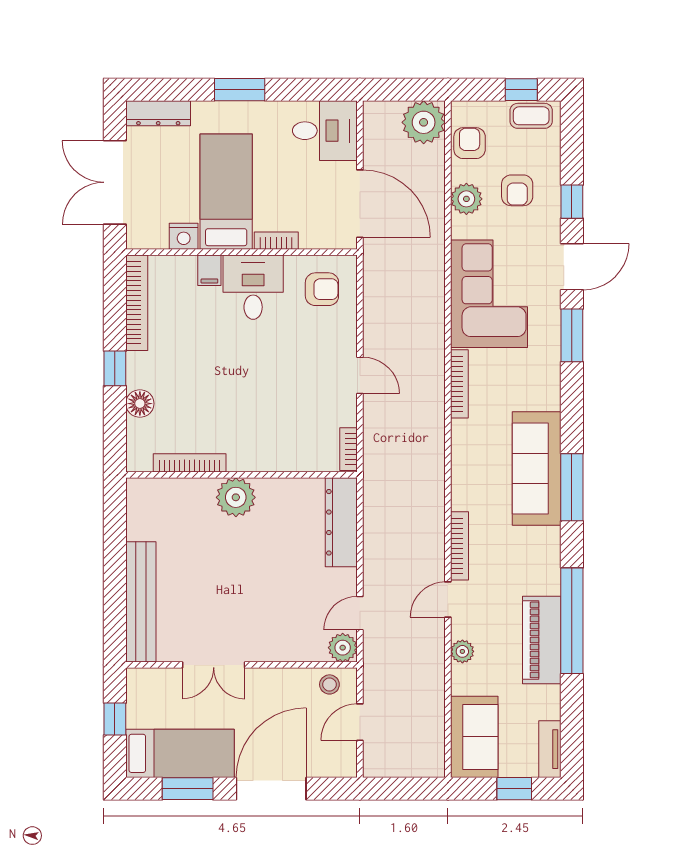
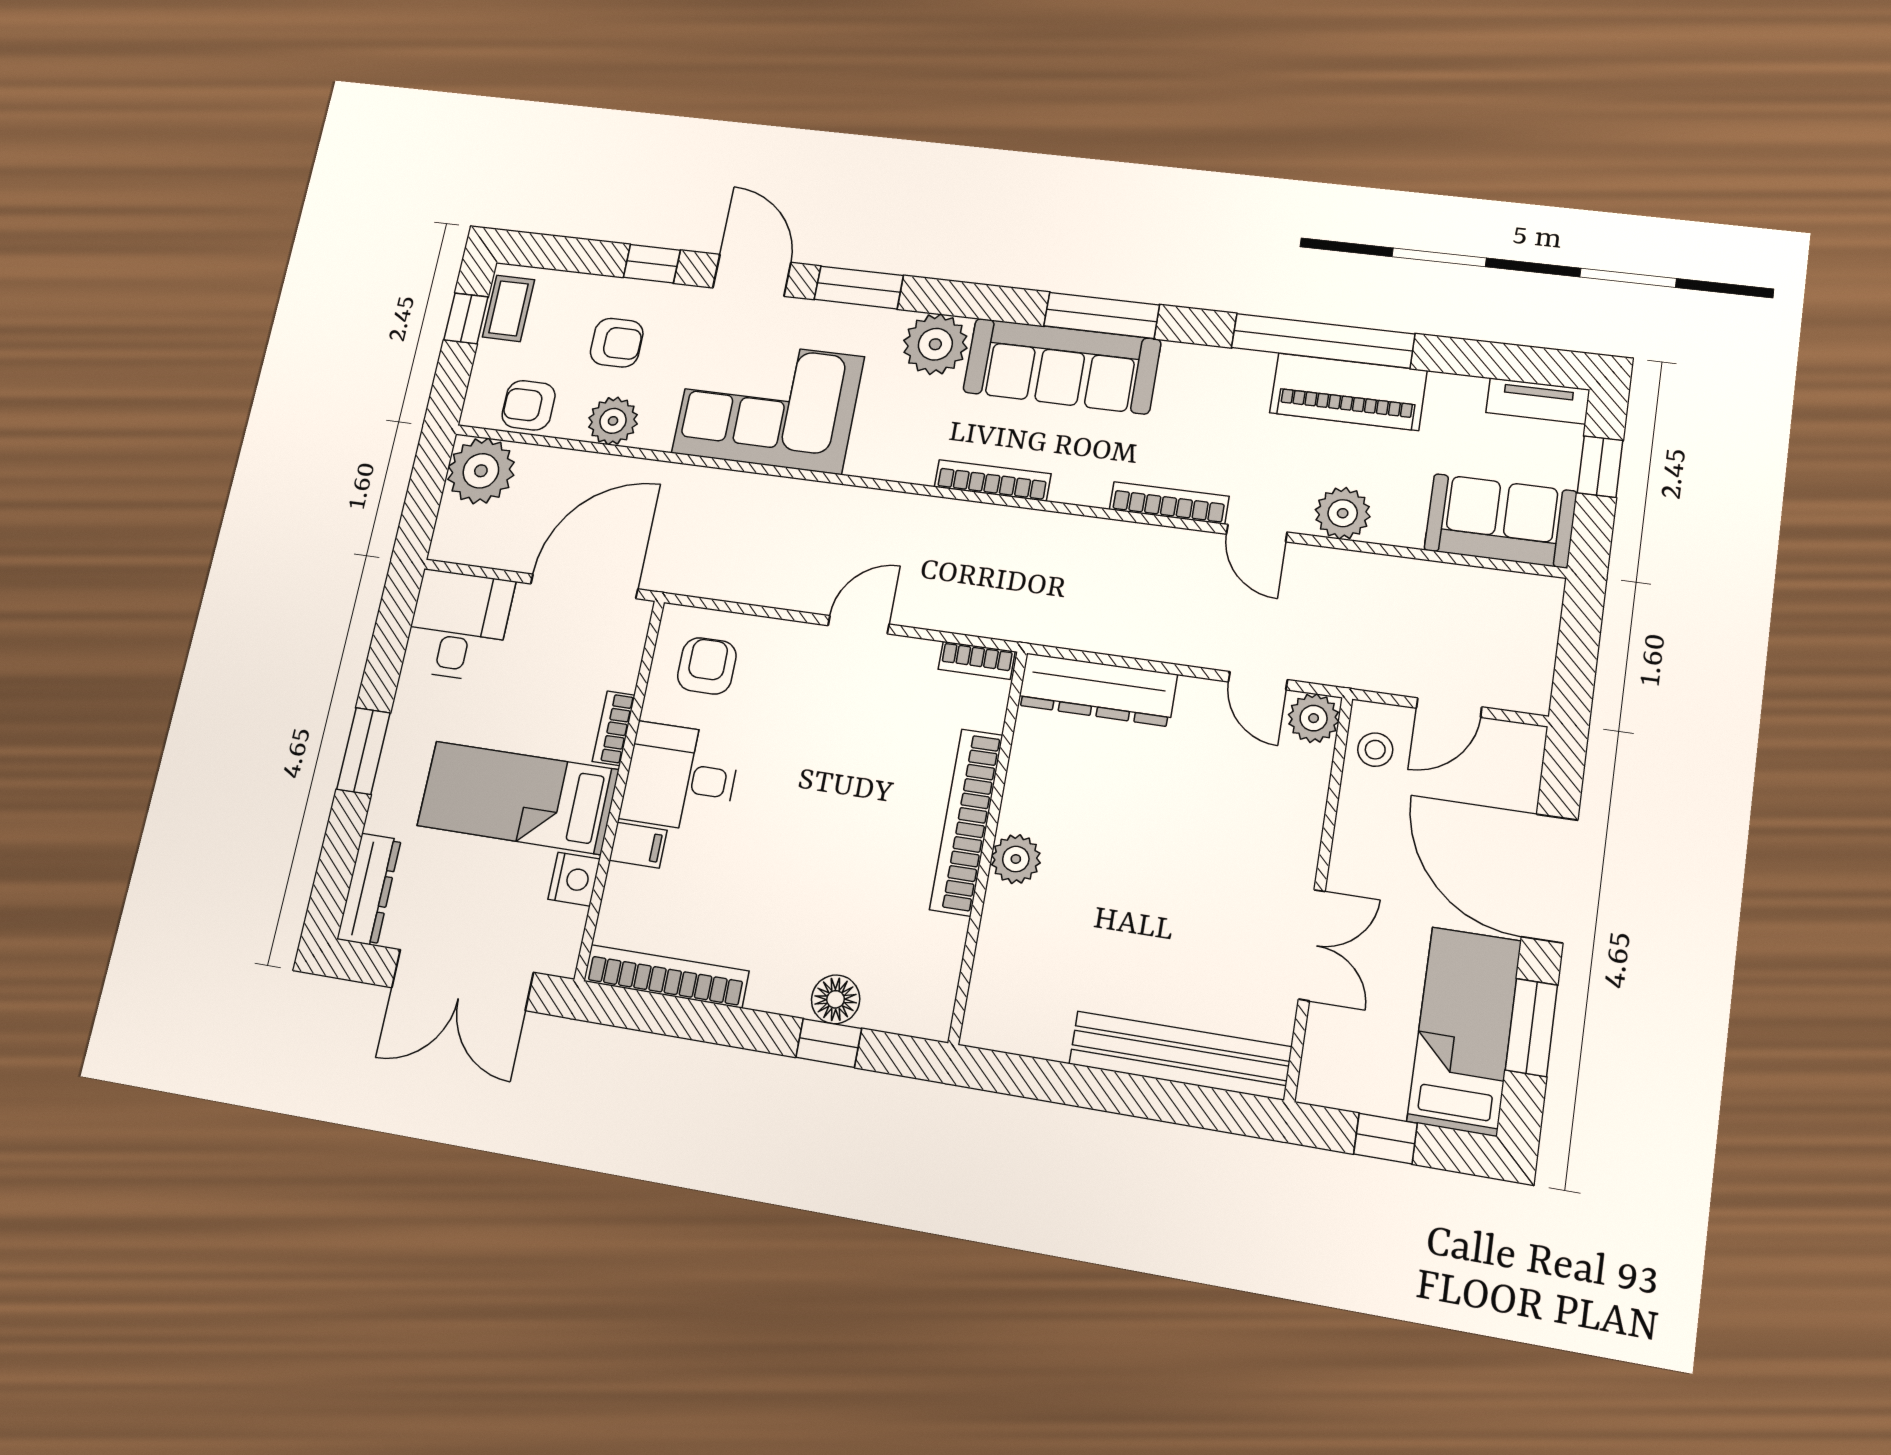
window: (115, 368) -> (829, 1043), moved
bookcase: (459, 384) -> (992, 480), moved
plant: (541, 389) -> (935, 344), added
bookcase: (190, 463) -> (966, 822), moved, width x1.48, depth x1.31
plant: (236, 497) -> (1016, 859), width x0.73, depth x0.73
plant: (462, 651) -> (1343, 513), width x1.38, depth x1.38
door: (360, 722) -> (1449, 708), hinge flipped

